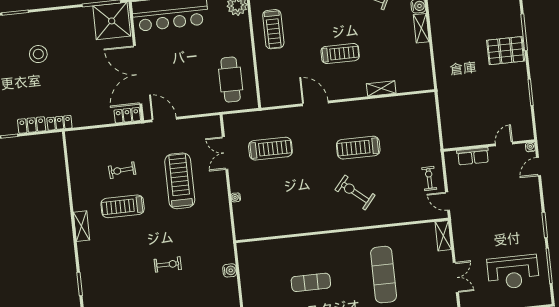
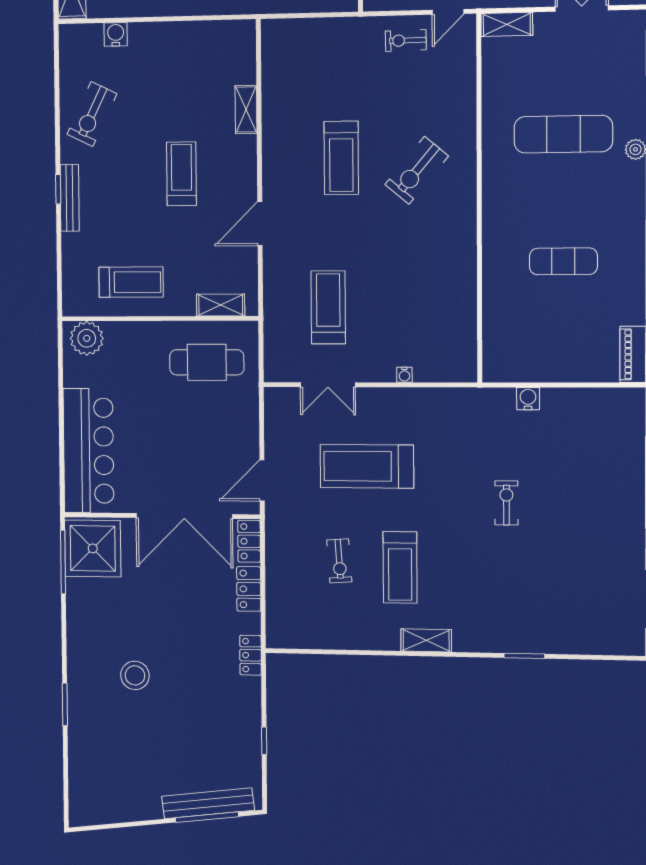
shelving: (421, 28) -> (221, 305), moved
locker: (32, 125) -> (249, 589), moved
exercise mat: (311, 282) -> (563, 261), turned 90

